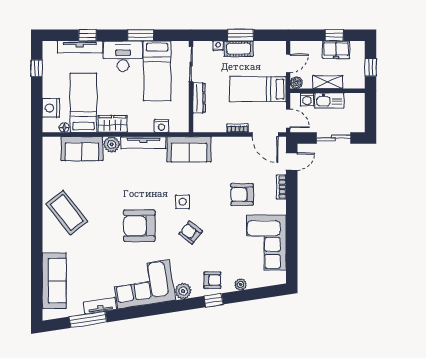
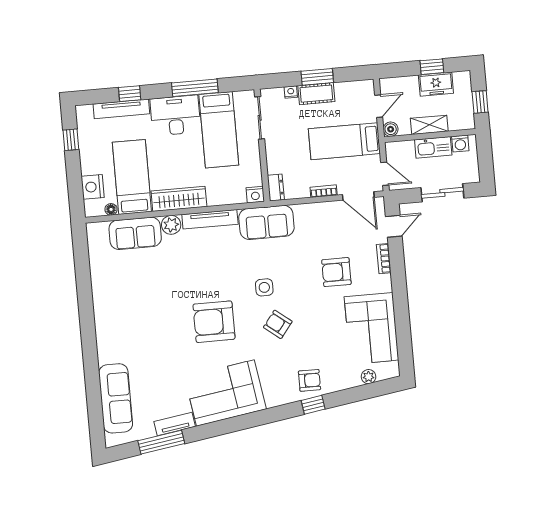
window: (141, 35) -> (195, 88), width x1.44
dresser: (199, 98) -> (276, 188), moved, width x0.70
washing machine: (307, 99) -> (460, 144), moved
wardrobe: (112, 124) -> (179, 199), width x1.50
nightstand: (162, 126) -> (255, 195), moved
coffee table: (67, 213) -> (123, 313), removed
plant: (240, 284) -> (369, 377), moved
plant: (183, 291) -> (275, 397), removed

